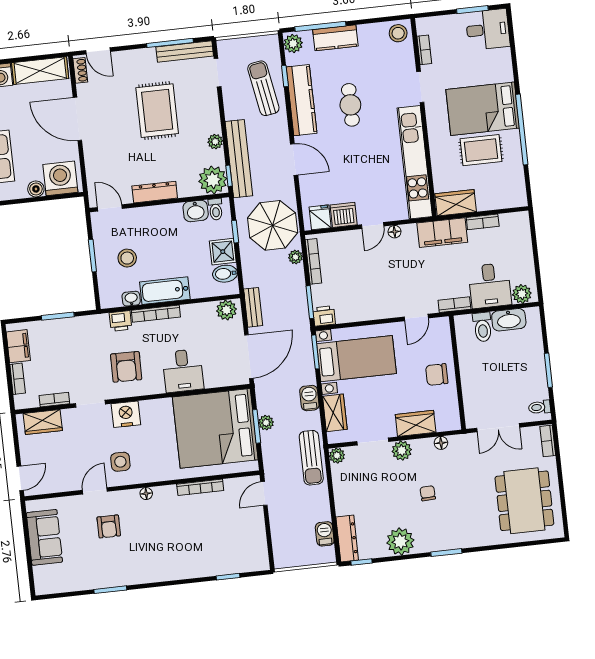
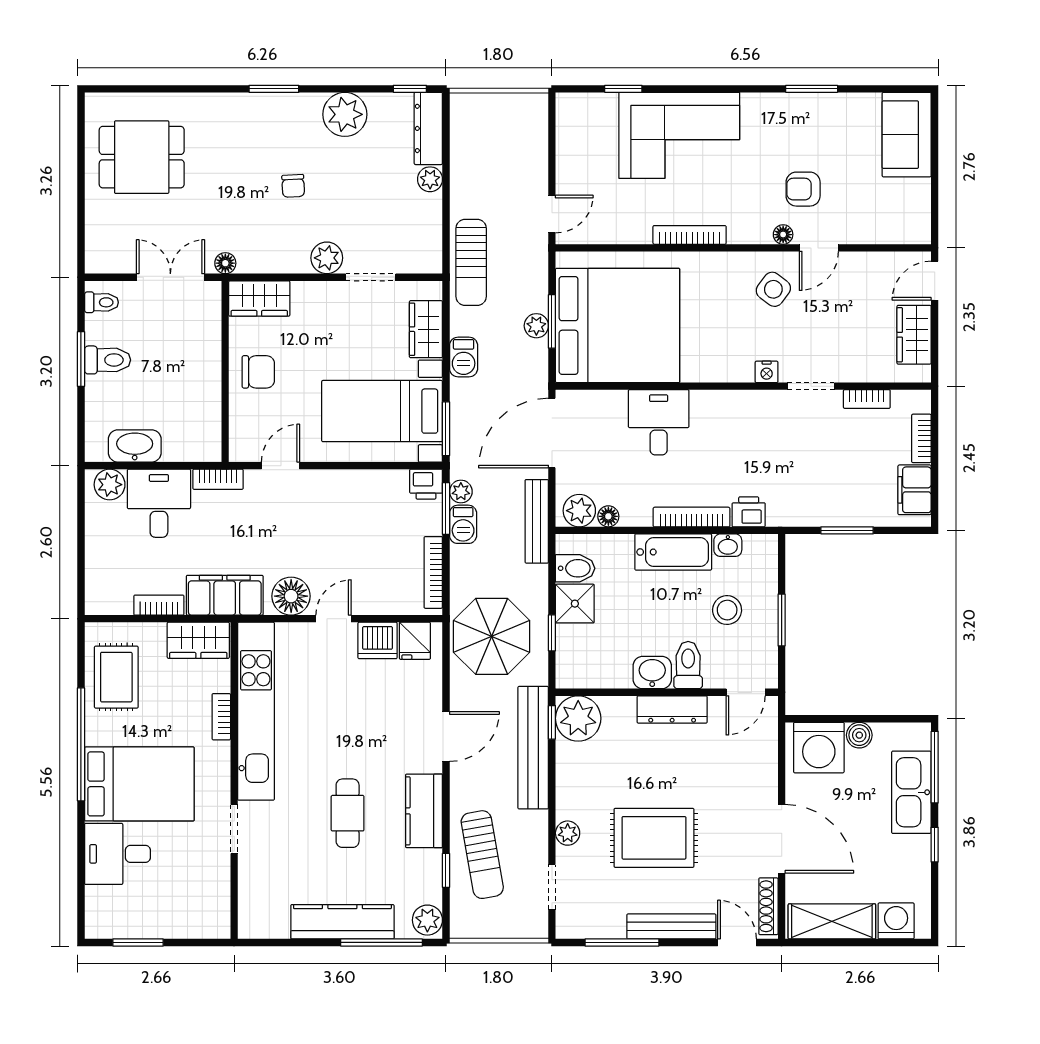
desk: (488, 29) -> (117, 854), moved
stool: (398, 33) -> (260, 918), removed
kitchen counter: (335, 38) -> (342, 922), width x1.50
bookcase: (424, 50) -> (221, 717), moved
bench: (185, 51) -> (671, 926), moved
shoe rack: (80, 70) -> (768, 906), width x1.43
kitchen counter: (301, 100) -> (424, 811), width x0.67
rug: (157, 111) -> (654, 838), turned 90
plant: (215, 142) -> (568, 833), moved
rug: (481, 150) -> (116, 677), moved, turned 90
door: (294, 160) -> (446, 737), swing flipped
door: (110, 208) -> (746, 692), hinge flipped
toilet: (216, 209) -> (688, 665), moved, width x1.37, depth x1.39
washbasin: (196, 211) -> (652, 673), moved
floor lamp: (395, 232) -> (291, 596), width x1.89, depth x1.89
plant: (296, 257) -> (461, 492), moved
bench: (253, 307) -> (537, 521), width x1.36
floor lamp: (208, 308) -> (608, 516), added
toilet: (483, 327) -> (108, 360), moved, turned 90
armchair: (126, 367) -> (748, 438), removed
nightstand: (126, 414) -> (767, 372), width x0.53, depth x0.56
wardrobe: (43, 422) -> (914, 335), moved, turned -90
wardrobe: (416, 423) -> (259, 298), moved
bookcase: (548, 441) -> (94, 248), removed
floor lamp: (441, 443) -> (225, 263), moved
plant: (337, 456) -> (430, 179), moved
sun lounger: (311, 458) -> (471, 262), turned 180
side table: (120, 462) -> (773, 289), turned 37
bookcase: (200, 487) -> (690, 235), moved
floor lamp: (146, 494) -> (783, 235), moved
dining table: (524, 501) -> (142, 157), width x0.73
armchair: (109, 526) -> (803, 189), turned -90
barbecue: (325, 534) -> (463, 524), moved
sofa: (44, 537) -> (907, 135), moved
corner sofa: (190, 551) -> (679, 135), added

